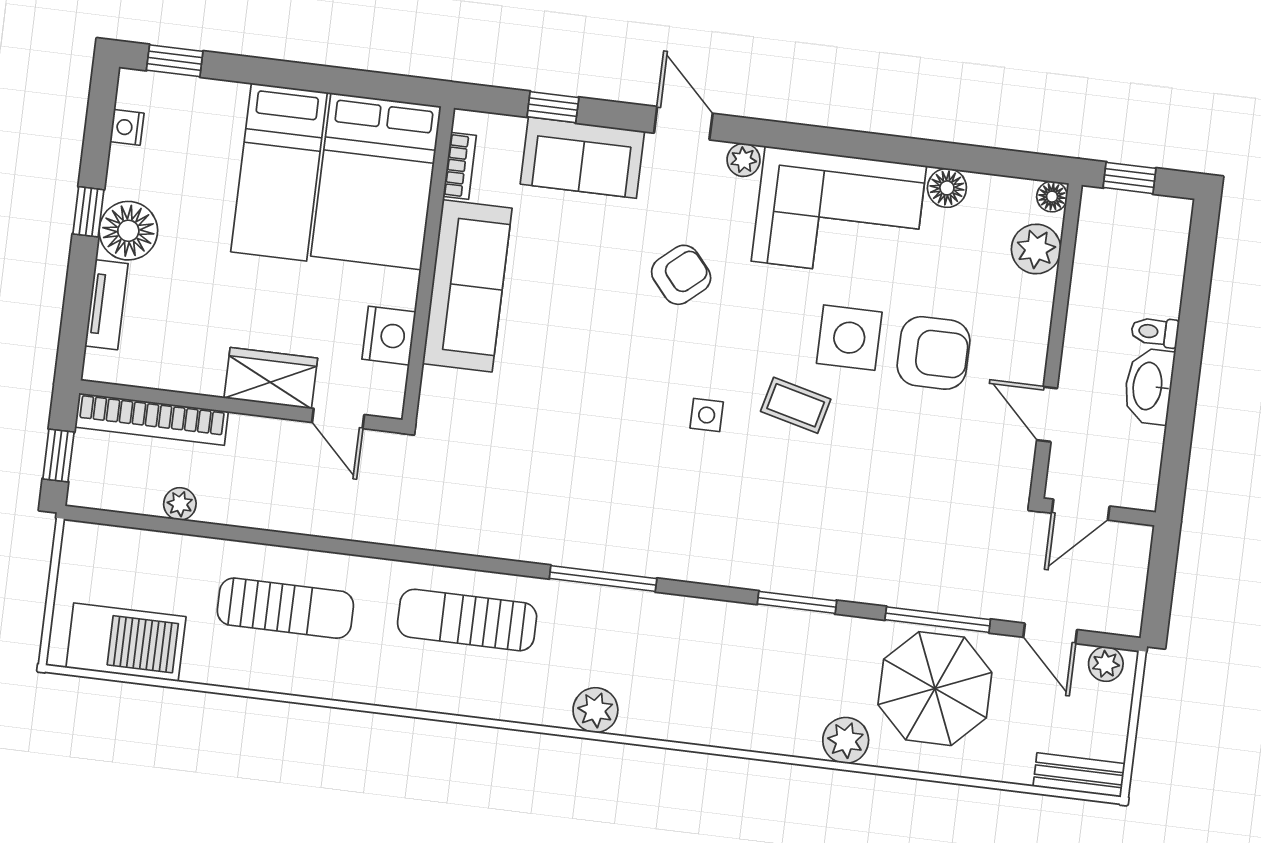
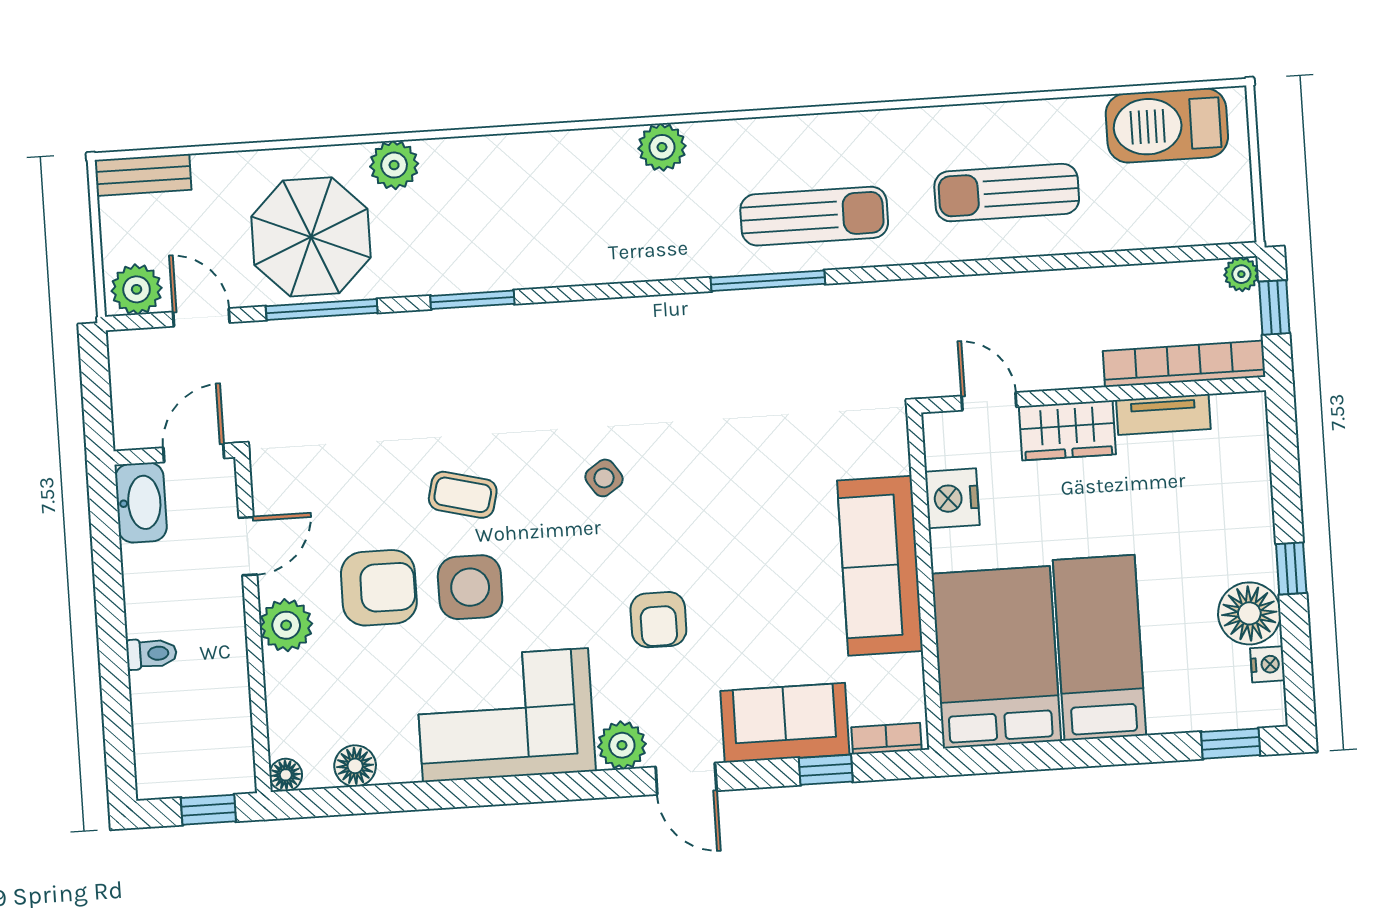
plant: (744, 160) -> (622, 745), width x1.38, depth x1.38
bookcase: (460, 166) -> (886, 739), moved, turned 90
floor lamp: (947, 188) -> (355, 766), moved
floor lamp: (128, 231) -> (1249, 613), moved
plant: (1036, 249) -> (286, 625), moved
armchair: (681, 275) -> (658, 620), turned -49
tv unit: (106, 305) -> (1163, 415), moved, turned -90
armchair: (934, 353) -> (379, 588), turned 180
washbasin: (1149, 386) -> (141, 503), moved
coffee table: (796, 405) -> (463, 495), moved
door: (1047, 414) -> (248, 546), hinge flipped
side table: (707, 415) -> (604, 478), turned -34
plant: (180, 504) -> (1241, 274), moved
window: (603, 579) -> (768, 281), moved
plant: (1106, 664) -> (137, 289), width x1.38, depth x1.38

